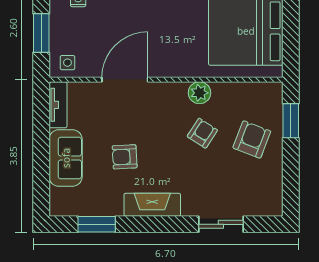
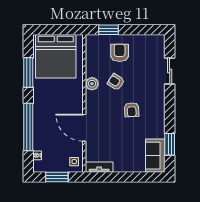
armchair: (252, 140) -> (120, 53), turned 69
armchair: (125, 157) -> (132, 110), moved
sofa: (66, 158) -> (155, 156), moved, turned -90
fireplace: (152, 205) -> (158, 112), removed

